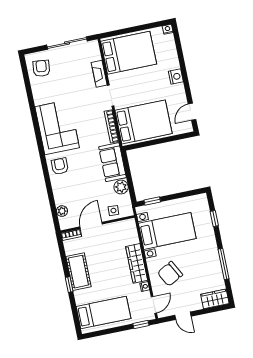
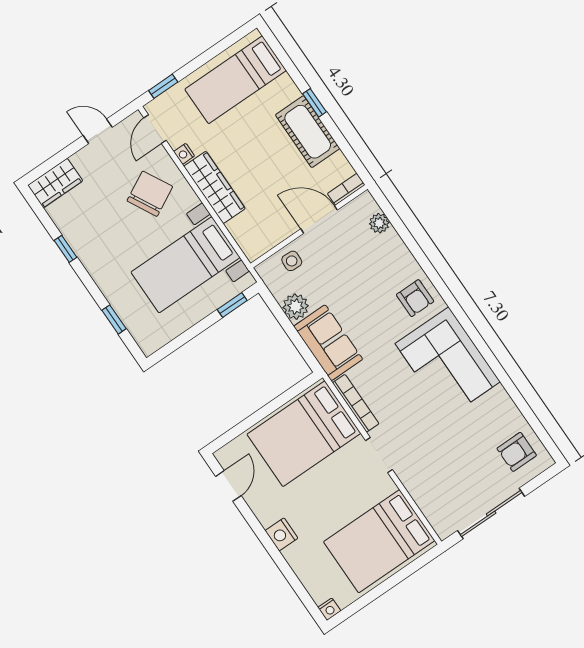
armchair: (41, 68) -> (517, 452), turned 84
fireplace: (99, 74) -> (414, 484), removed
door: (91, 225) -> (319, 219), swing flipped
window: (224, 264) -> (65, 249), width x0.46

